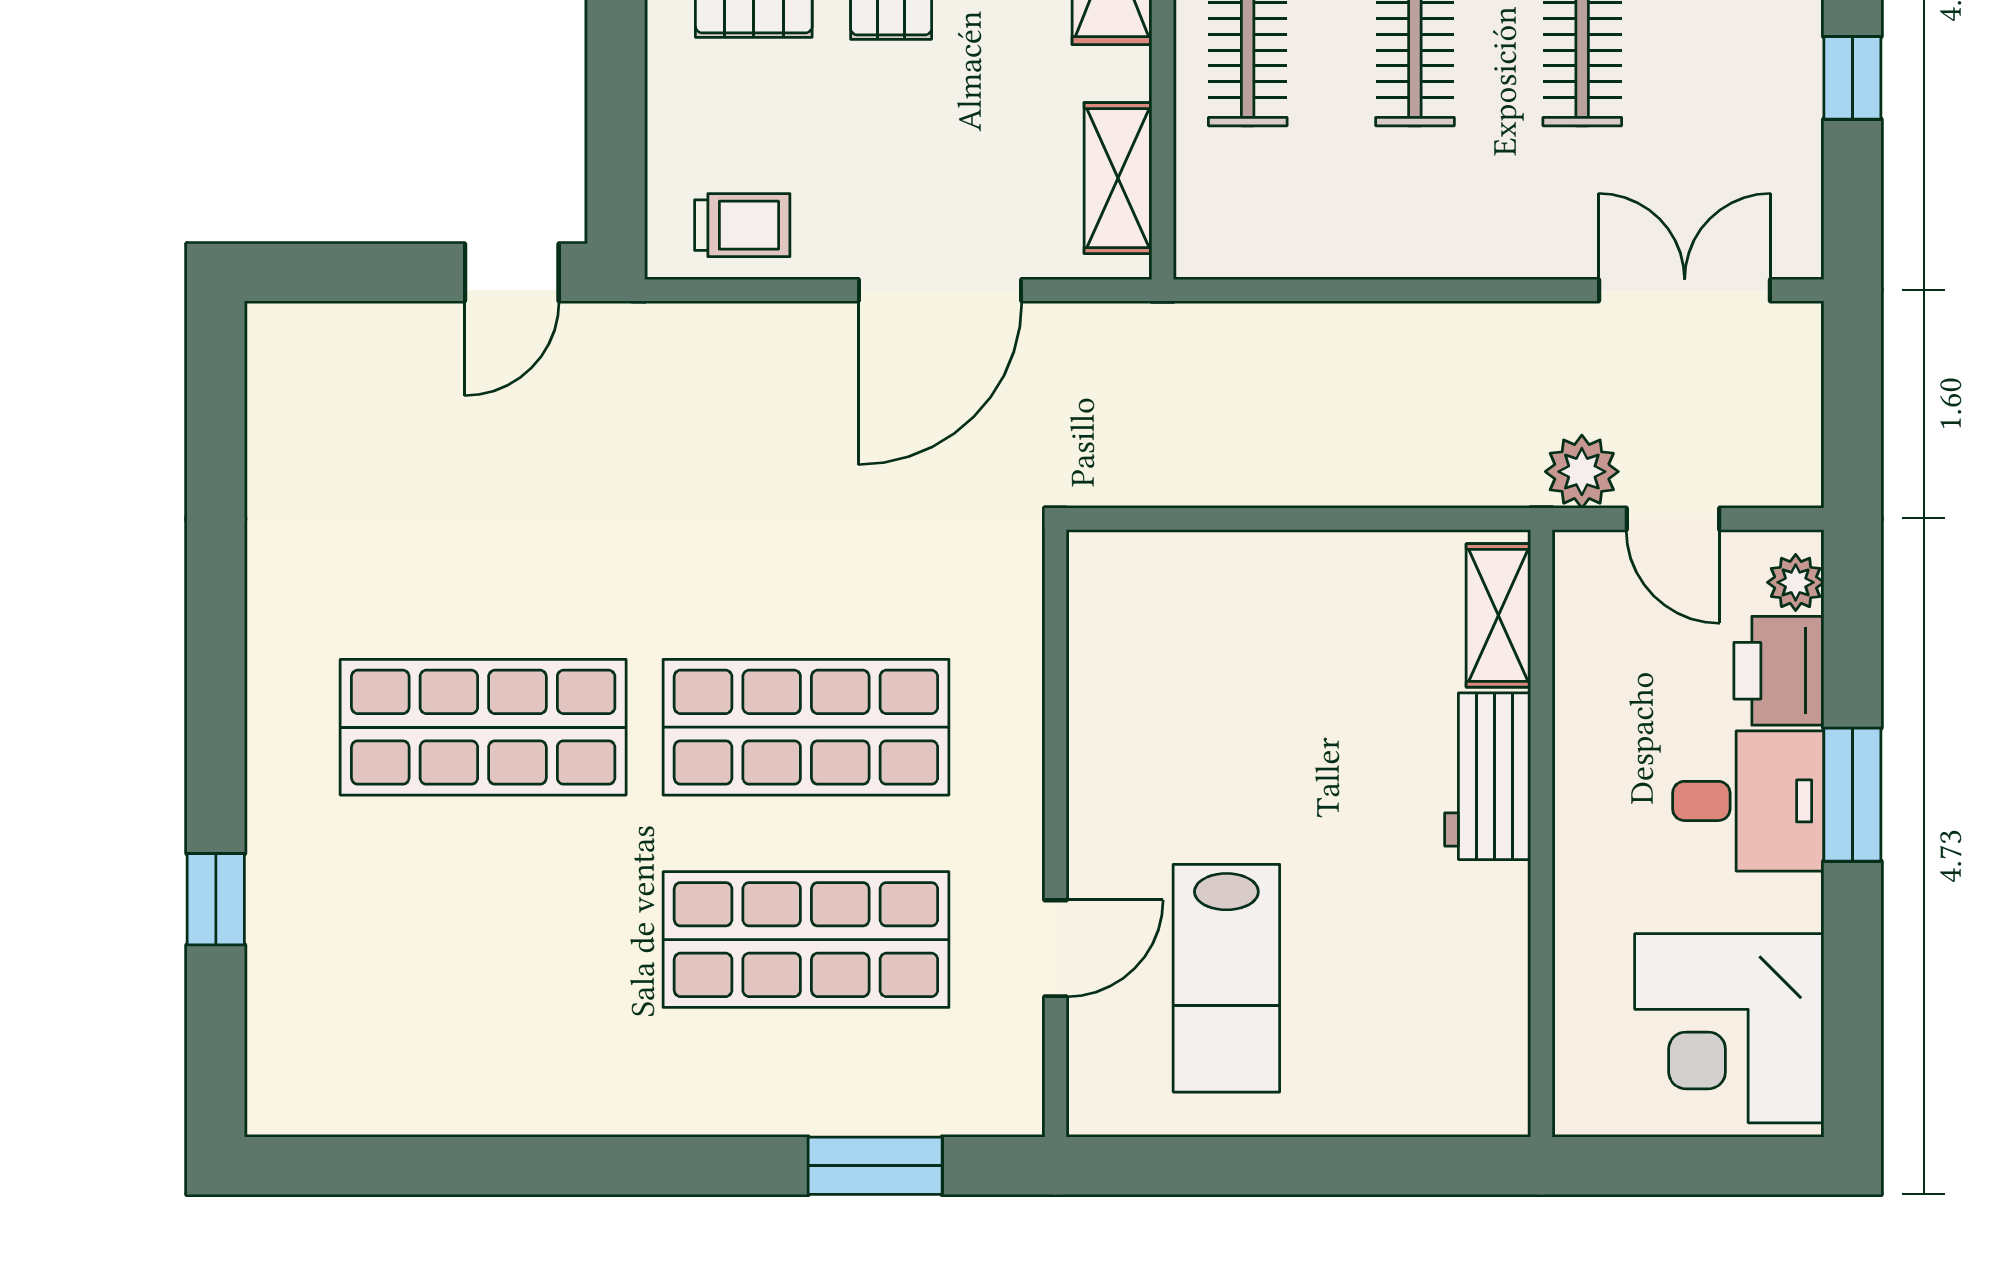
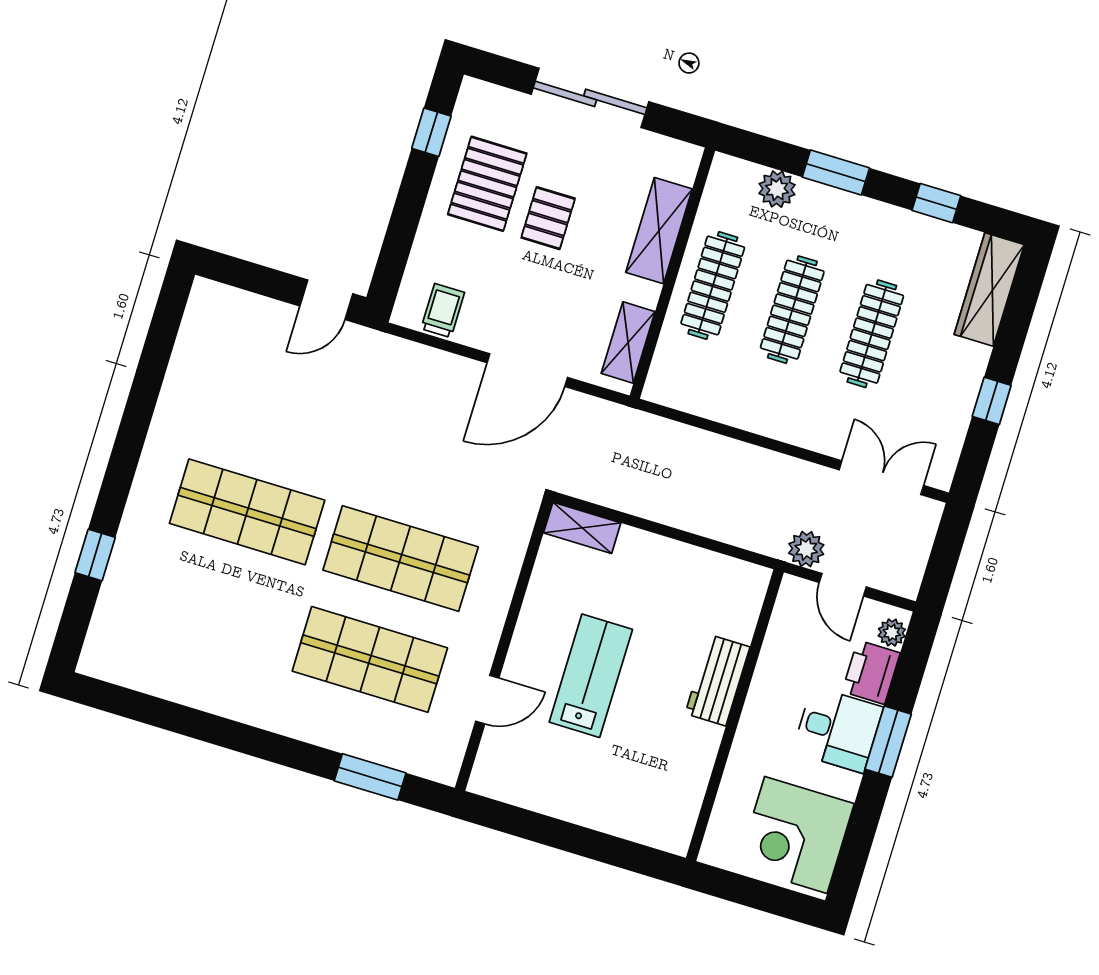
trolley: (742, 225) -> (443, 311), turned -90
shelving: (1498, 615) -> (582, 528), moved, turned 90
lab bench: (1226, 978) -> (591, 676), moved, turned 180

